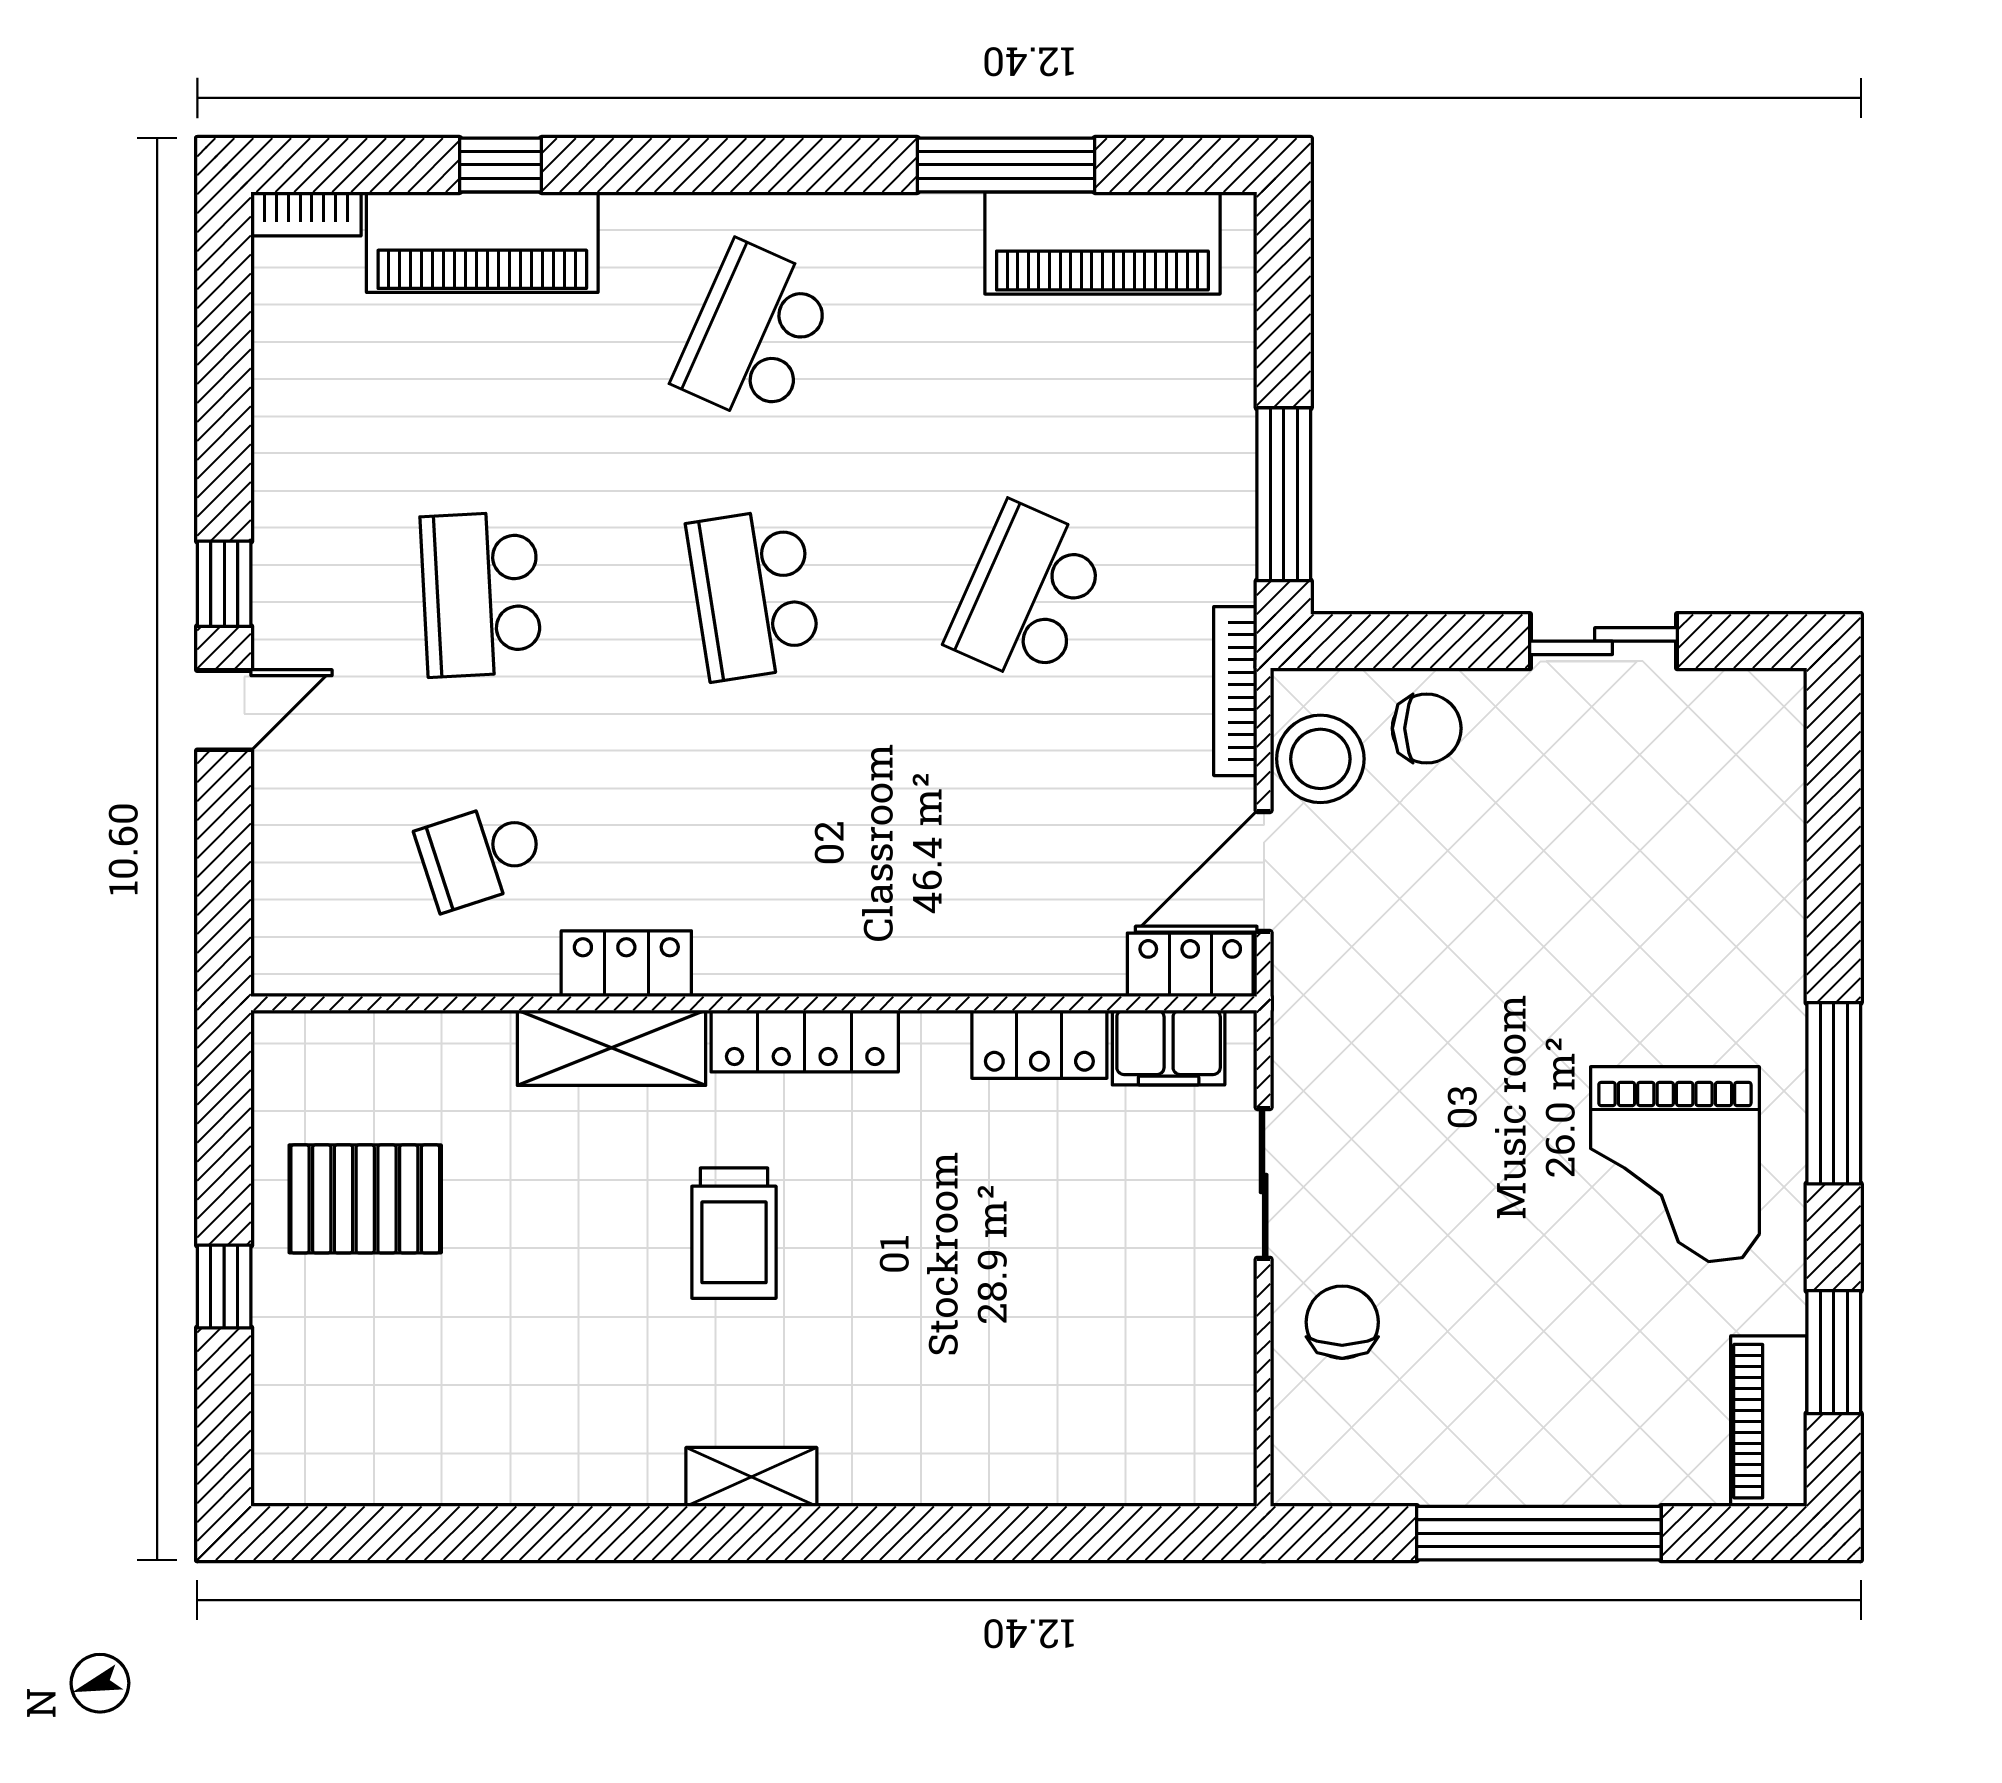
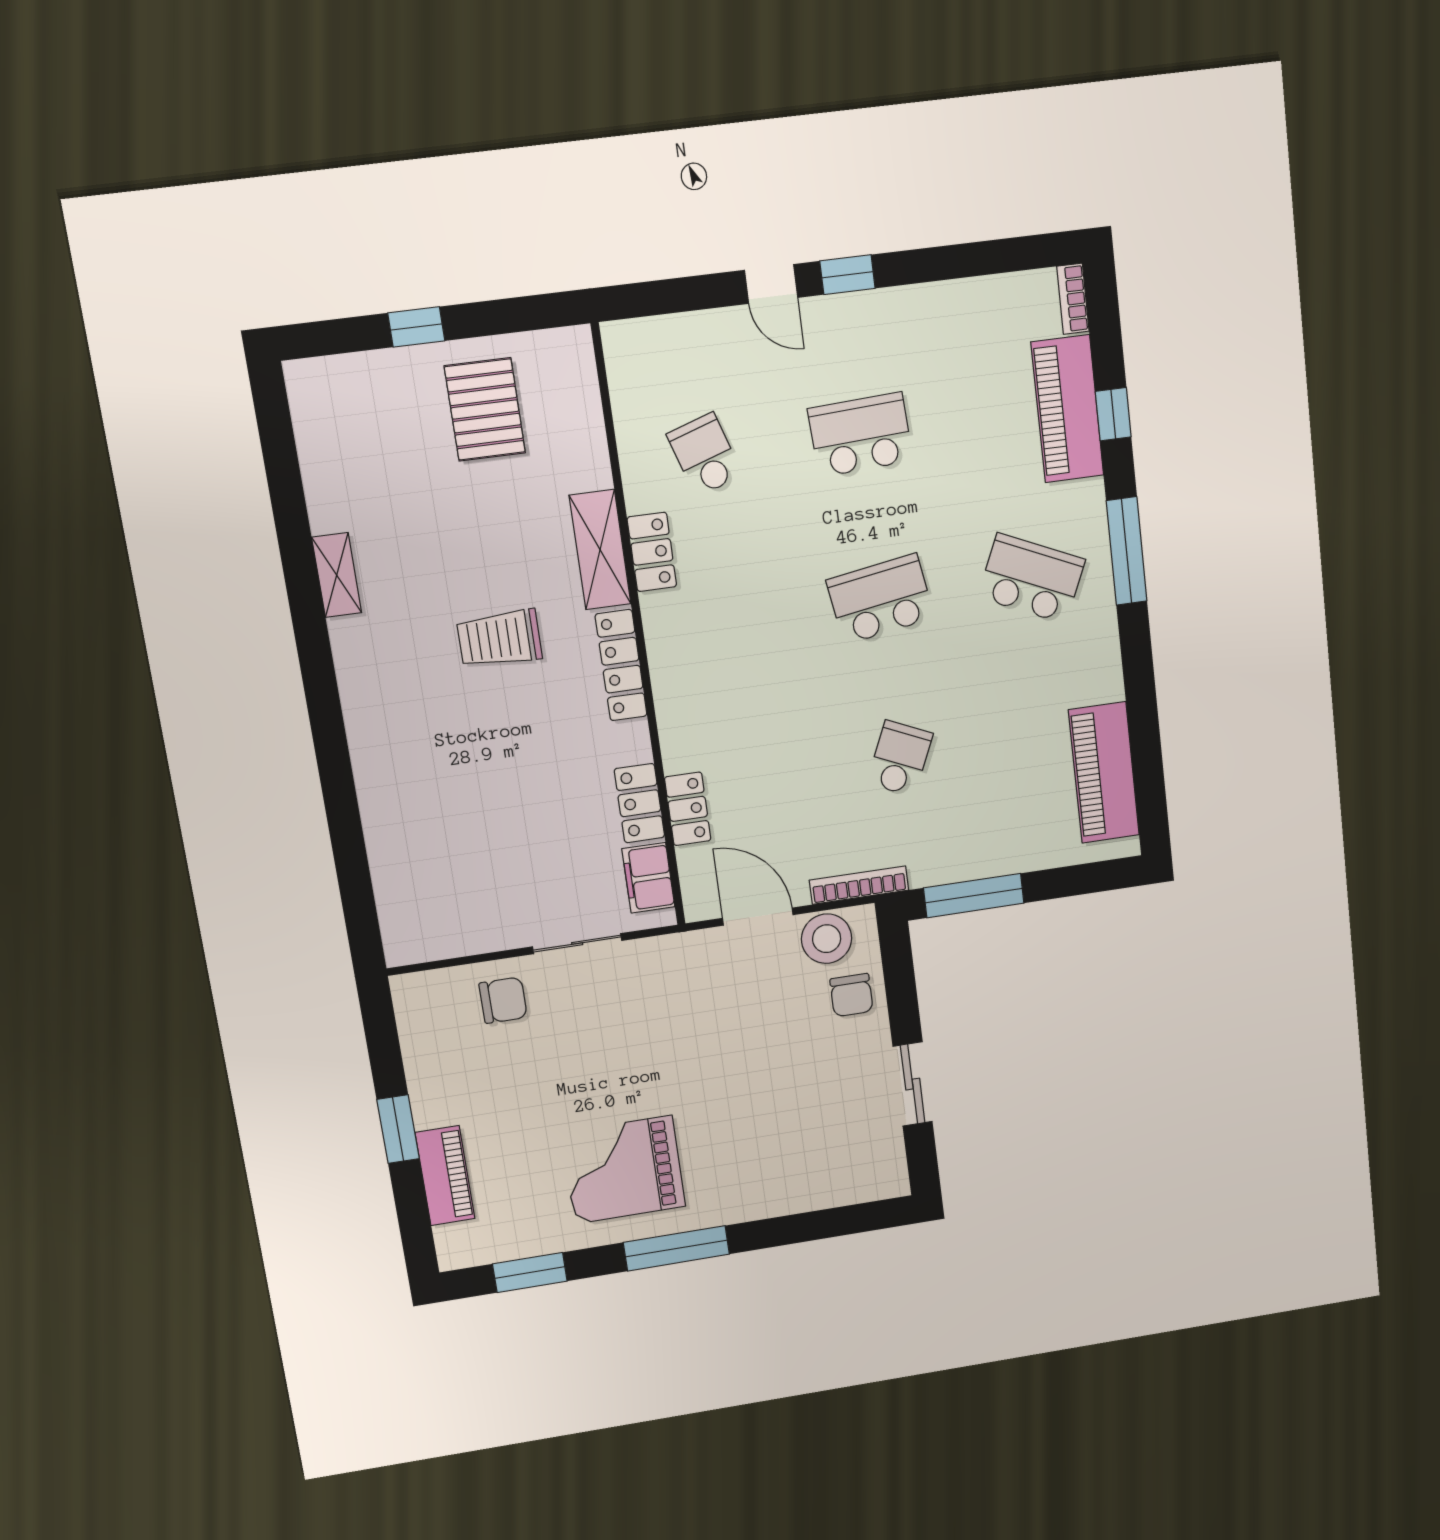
window: (1006, 165) -> (1127, 551), moved
school desk: (1027, 594) -> (900, 758), width x0.54
locker: (1190, 965) -> (688, 809), moved
piano: (1769, 1421) -> (445, 1176), moved, turned 90
shelving: (751, 1477) -> (337, 575), moved
window: (1539, 1533) -> (398, 1129), width x0.47

